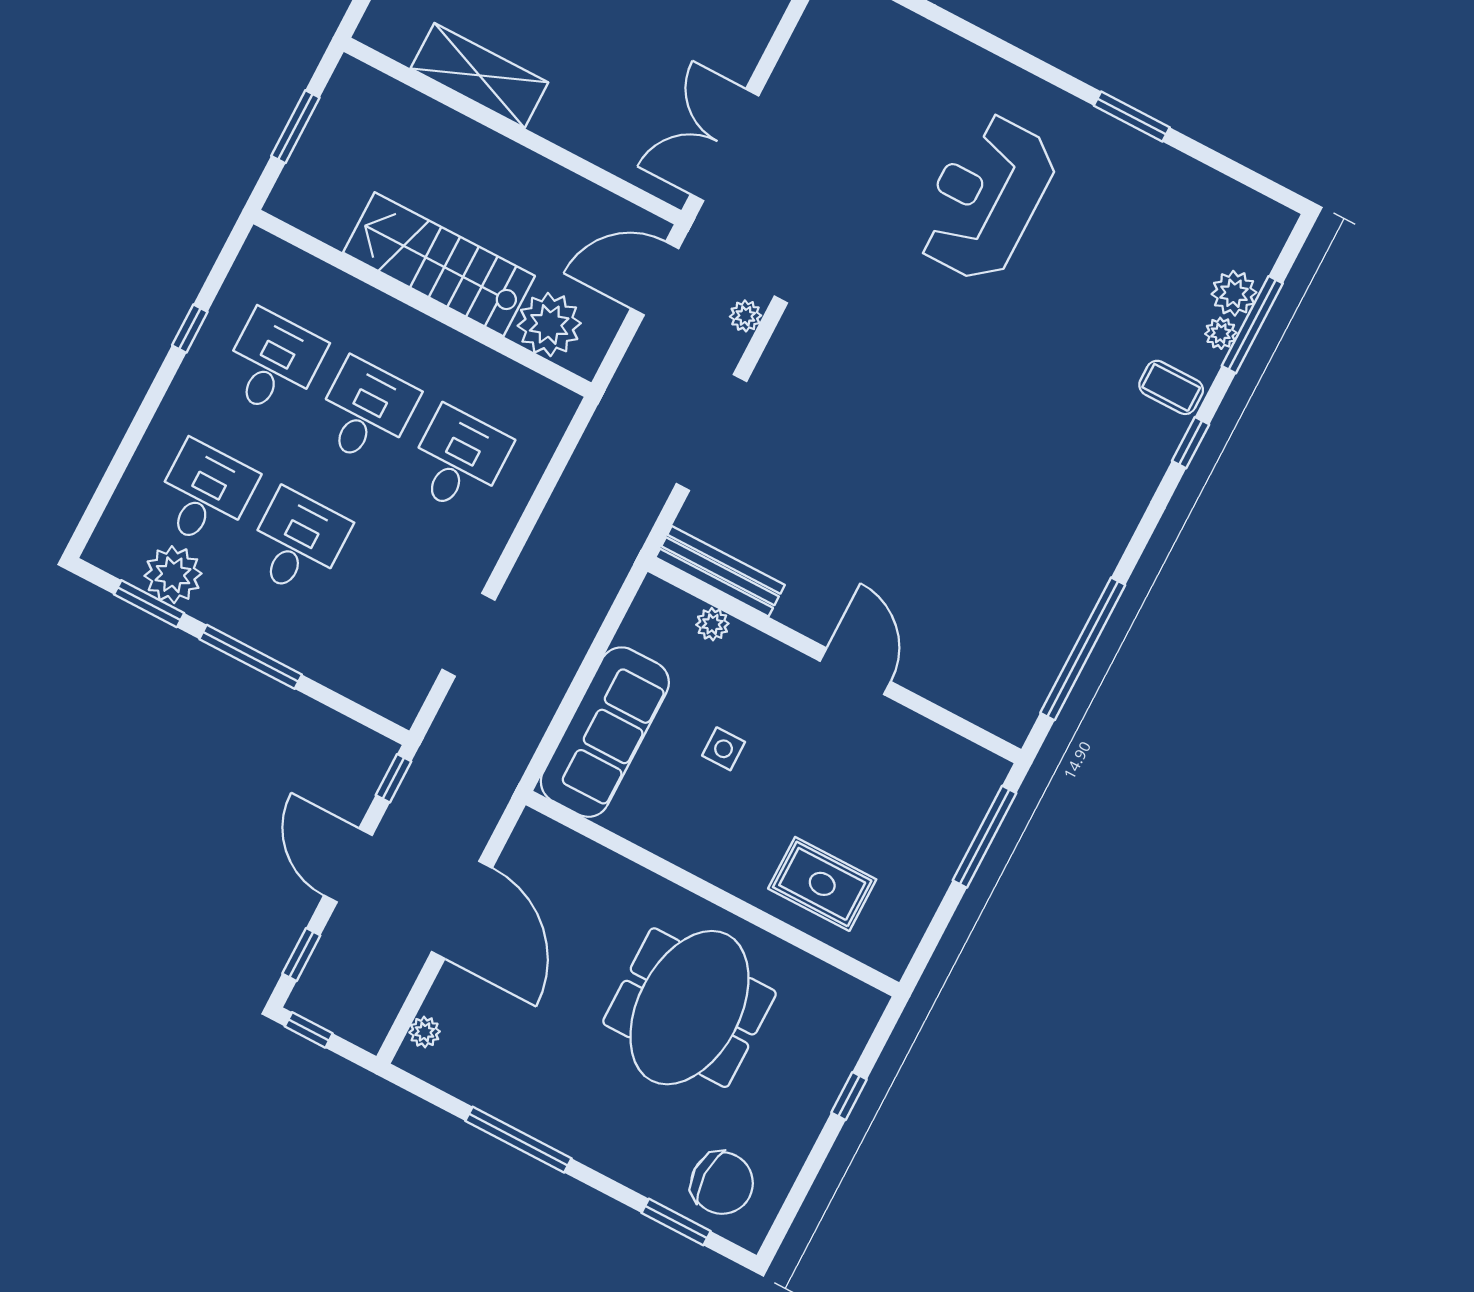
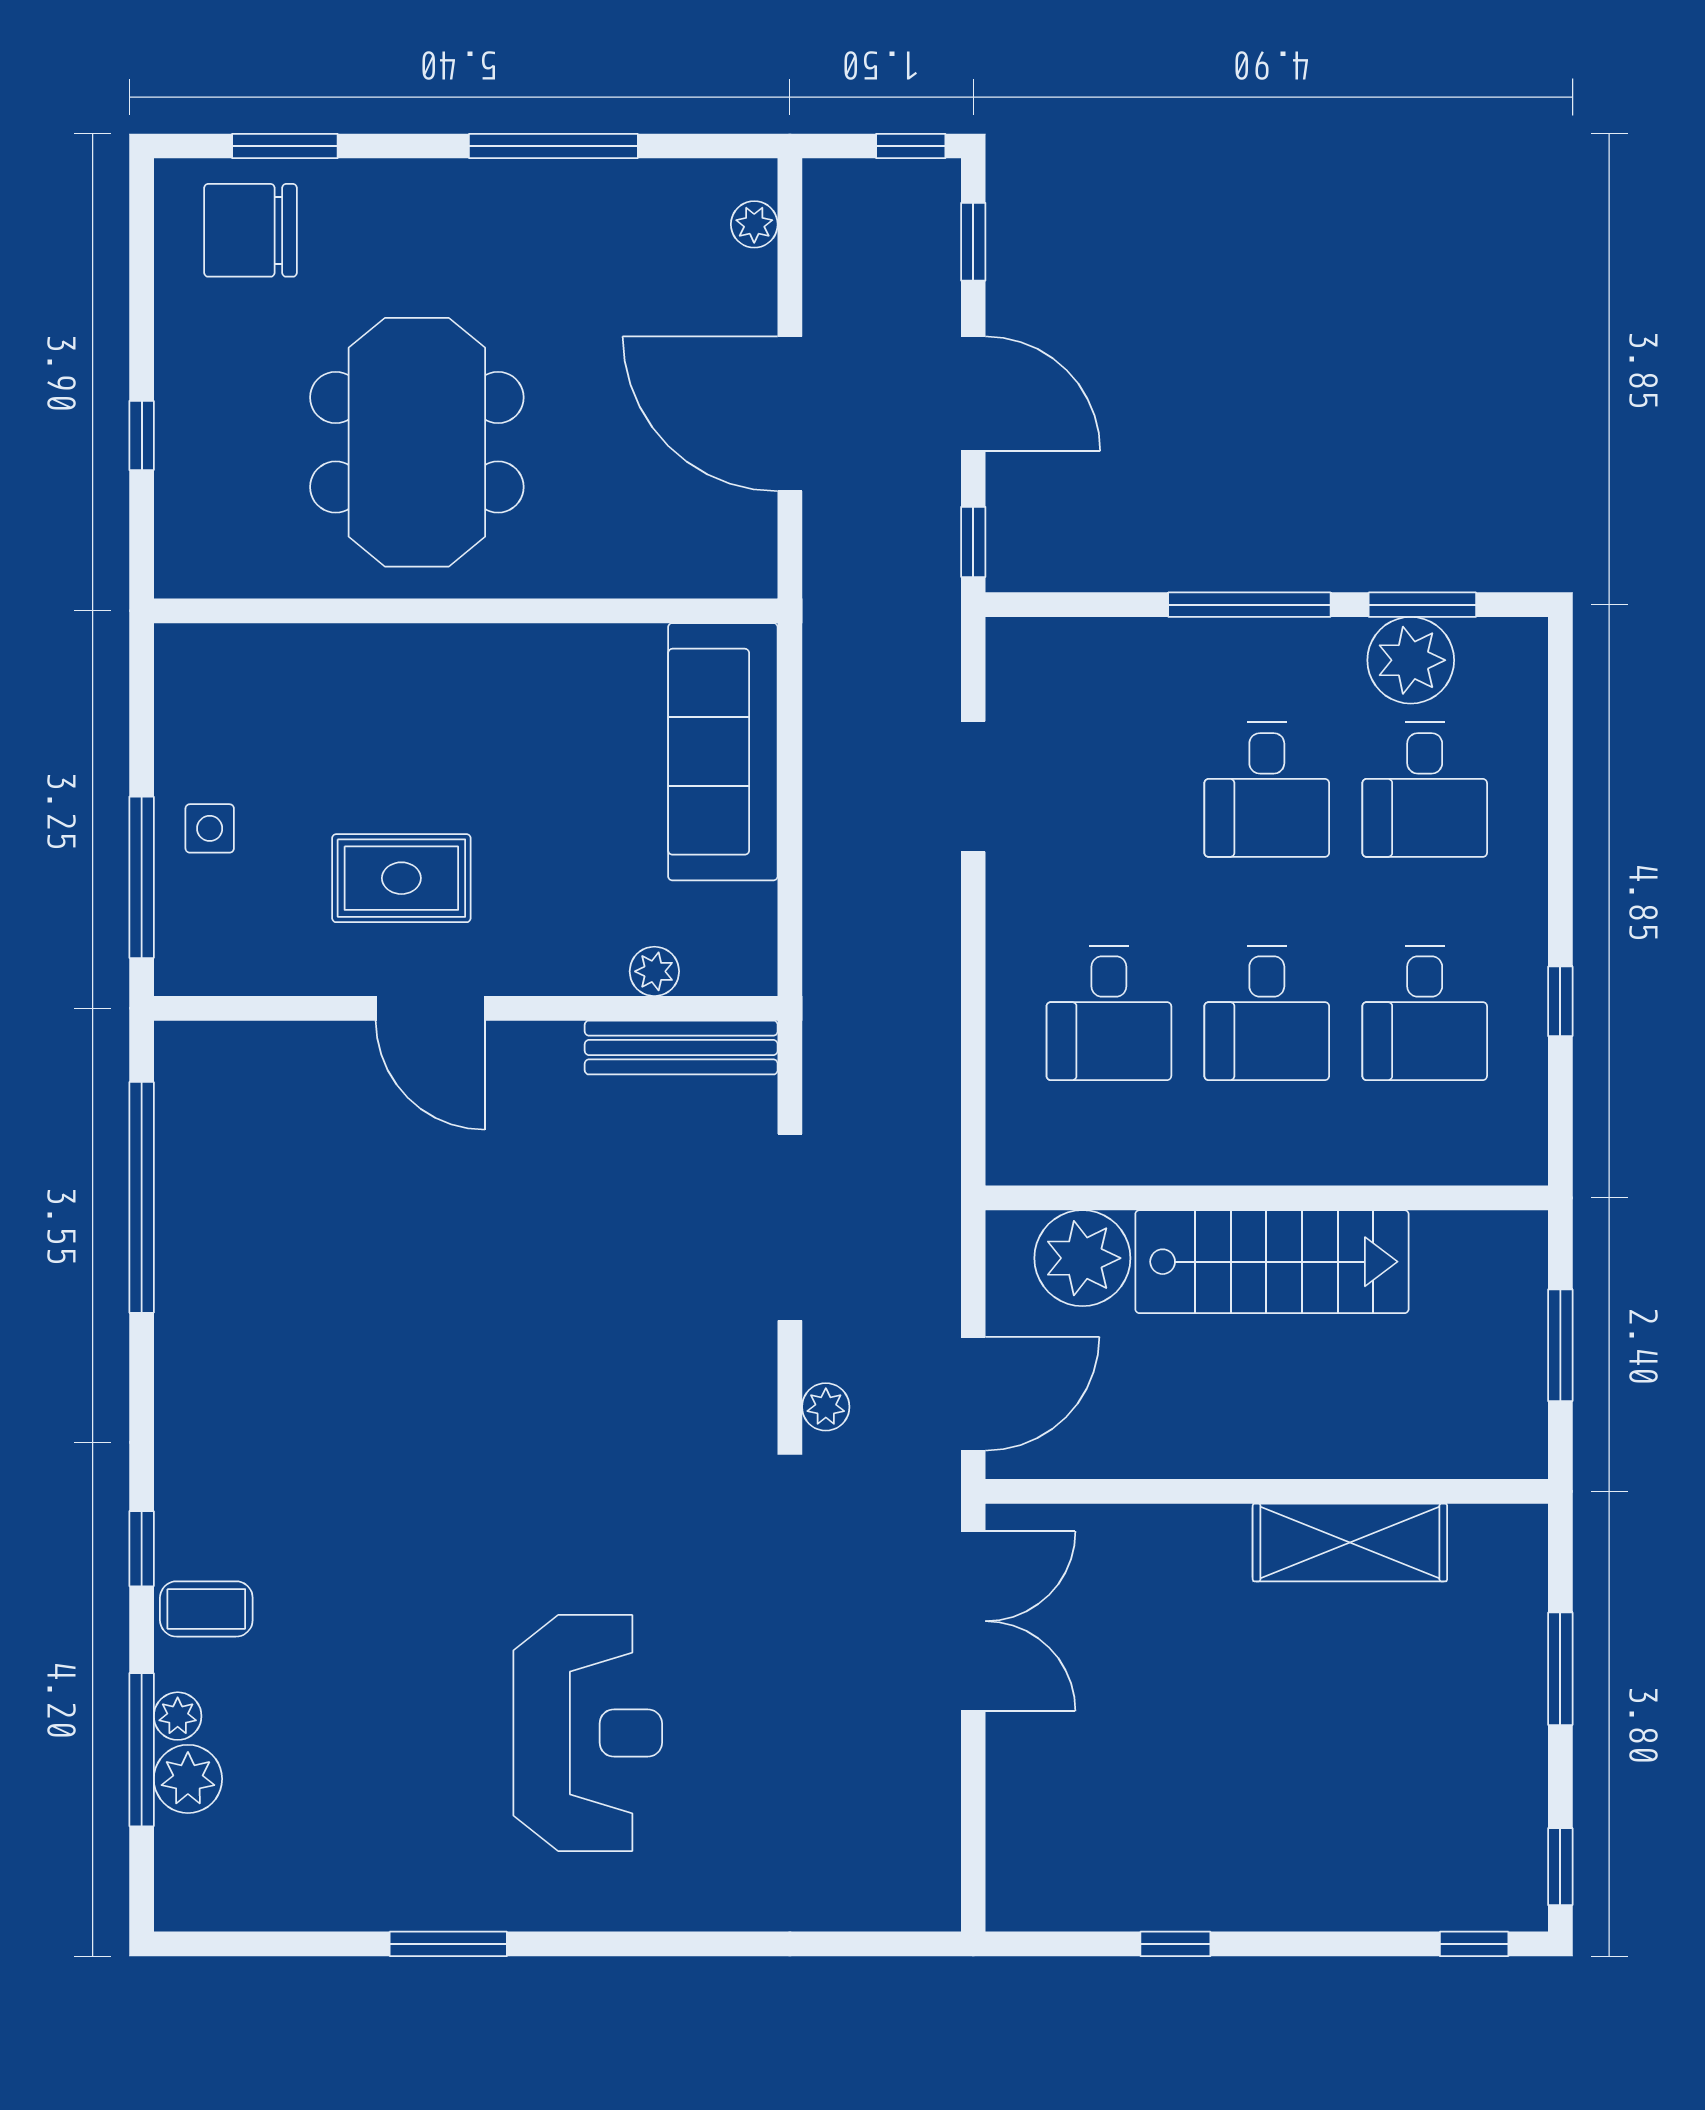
side table: (724, 749) -> (210, 828), moved
rug: (822, 884) -> (401, 878), moved

